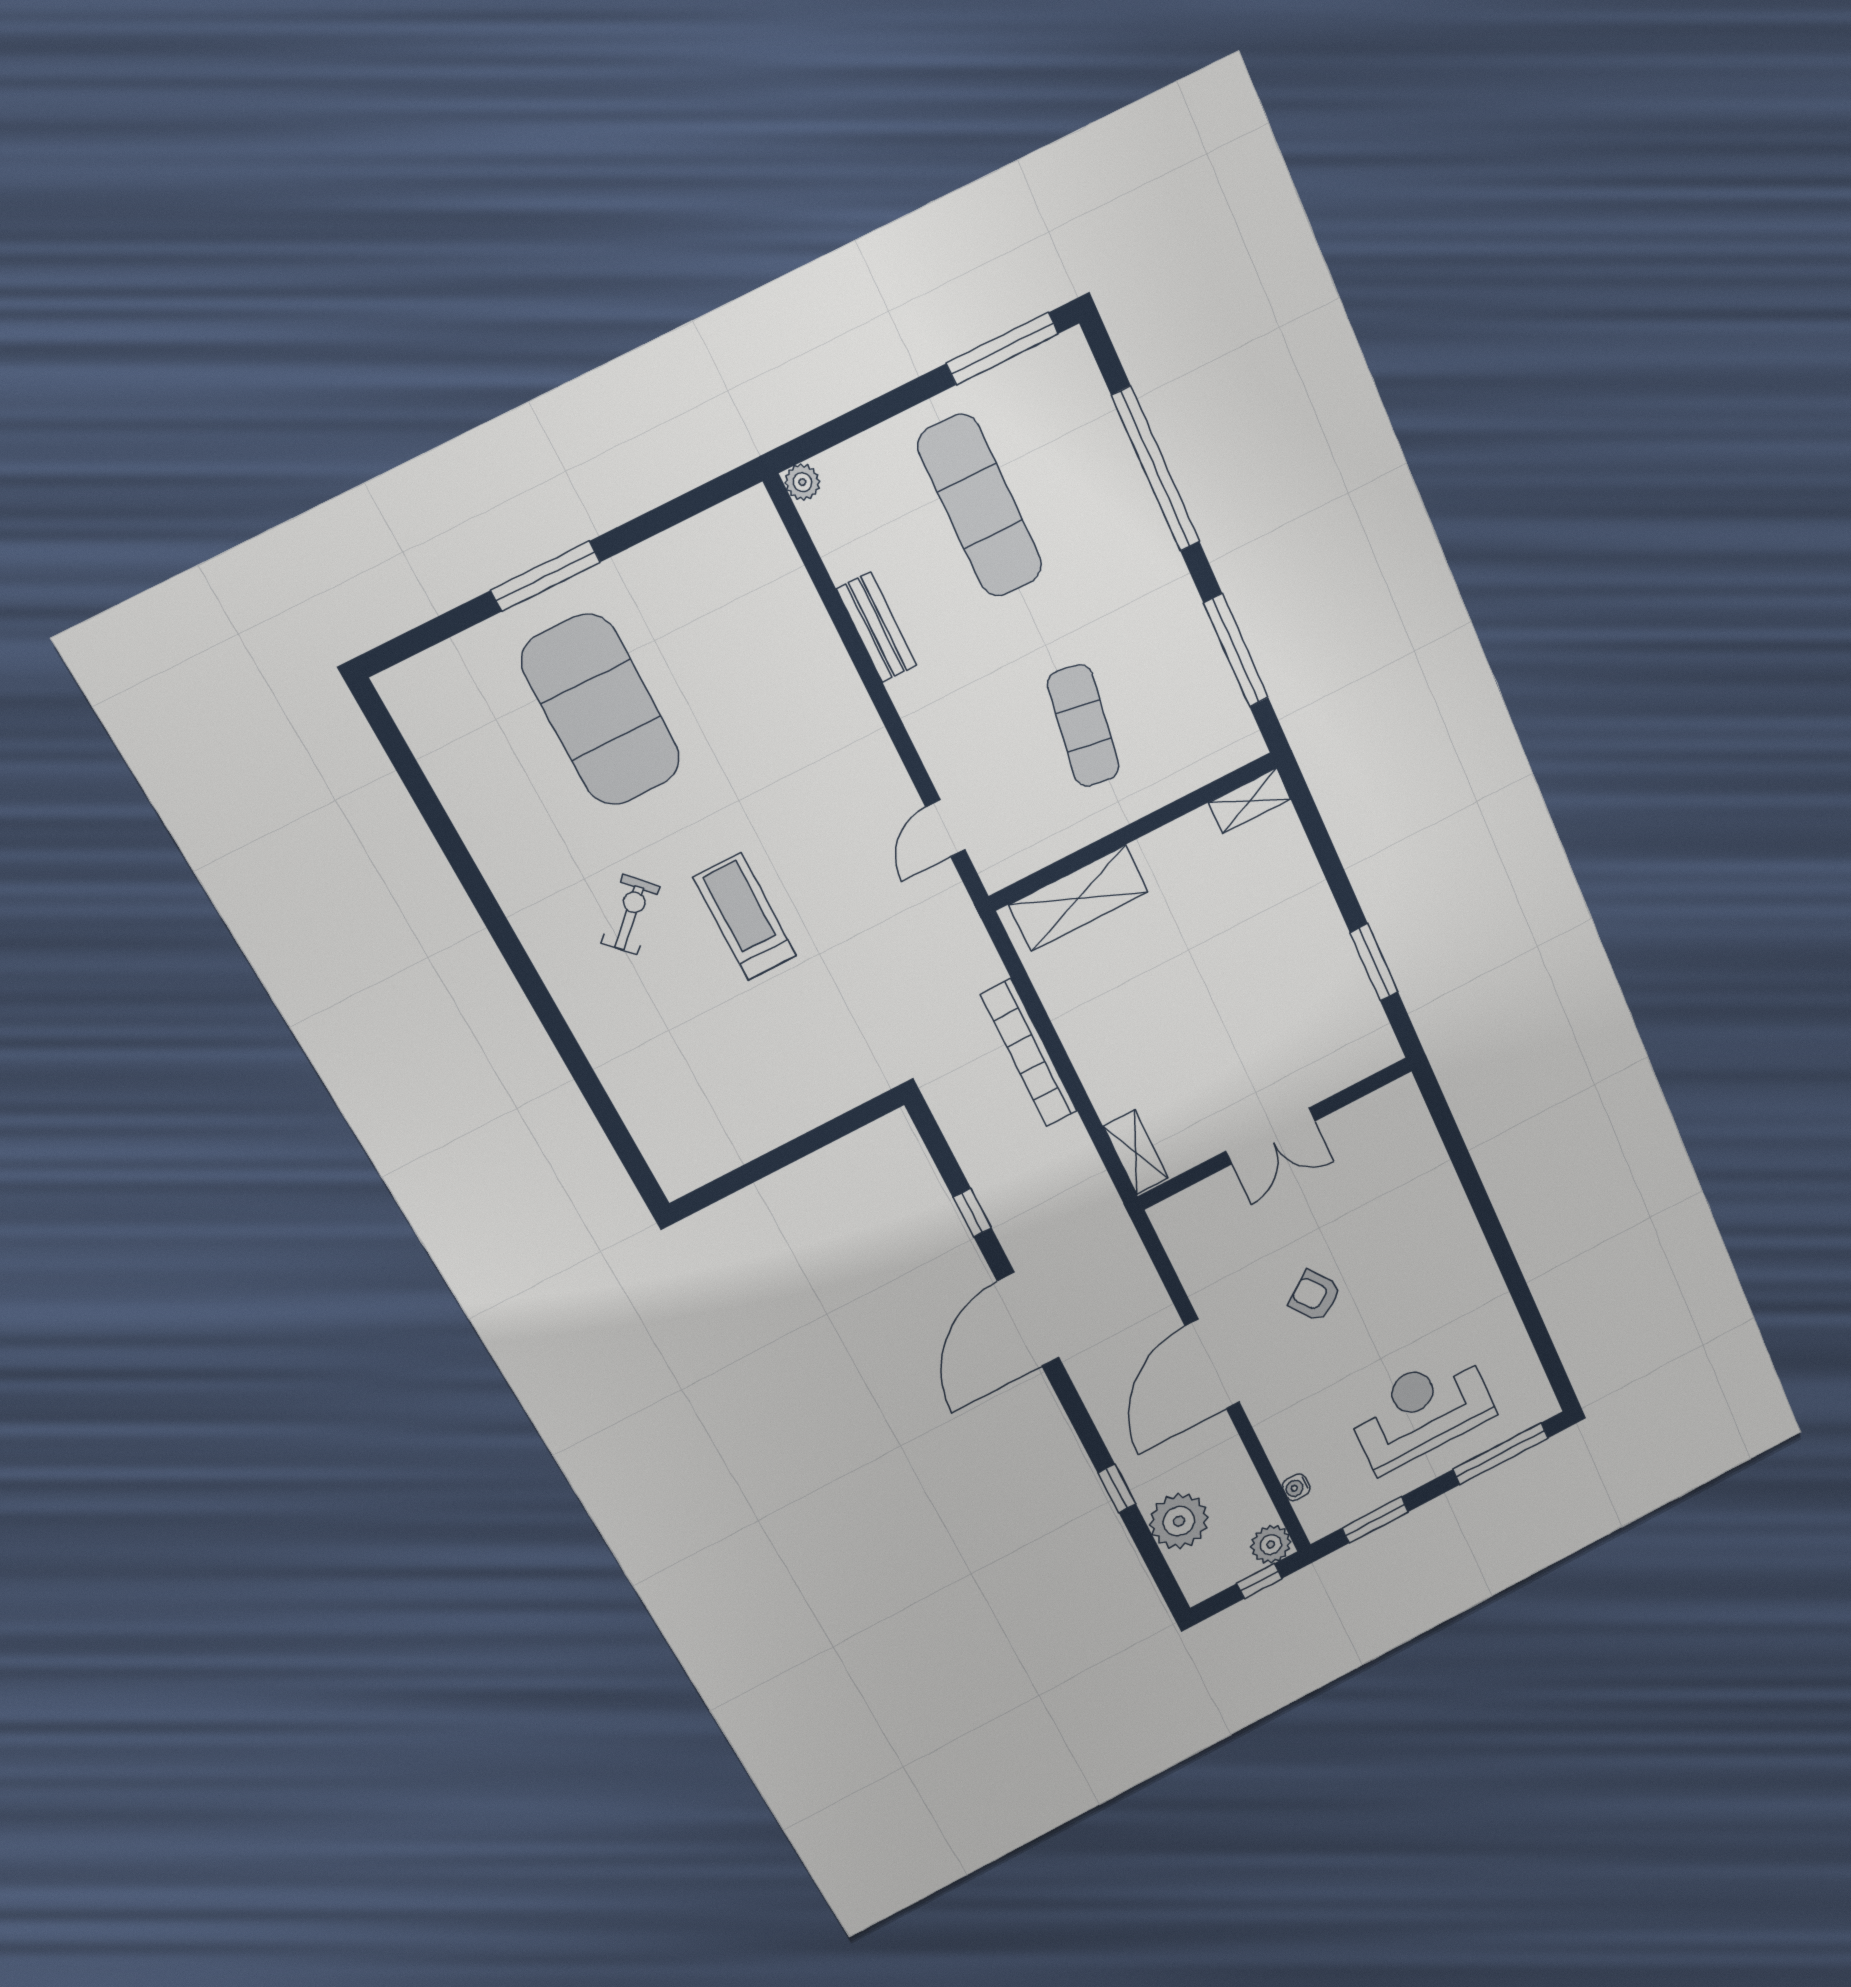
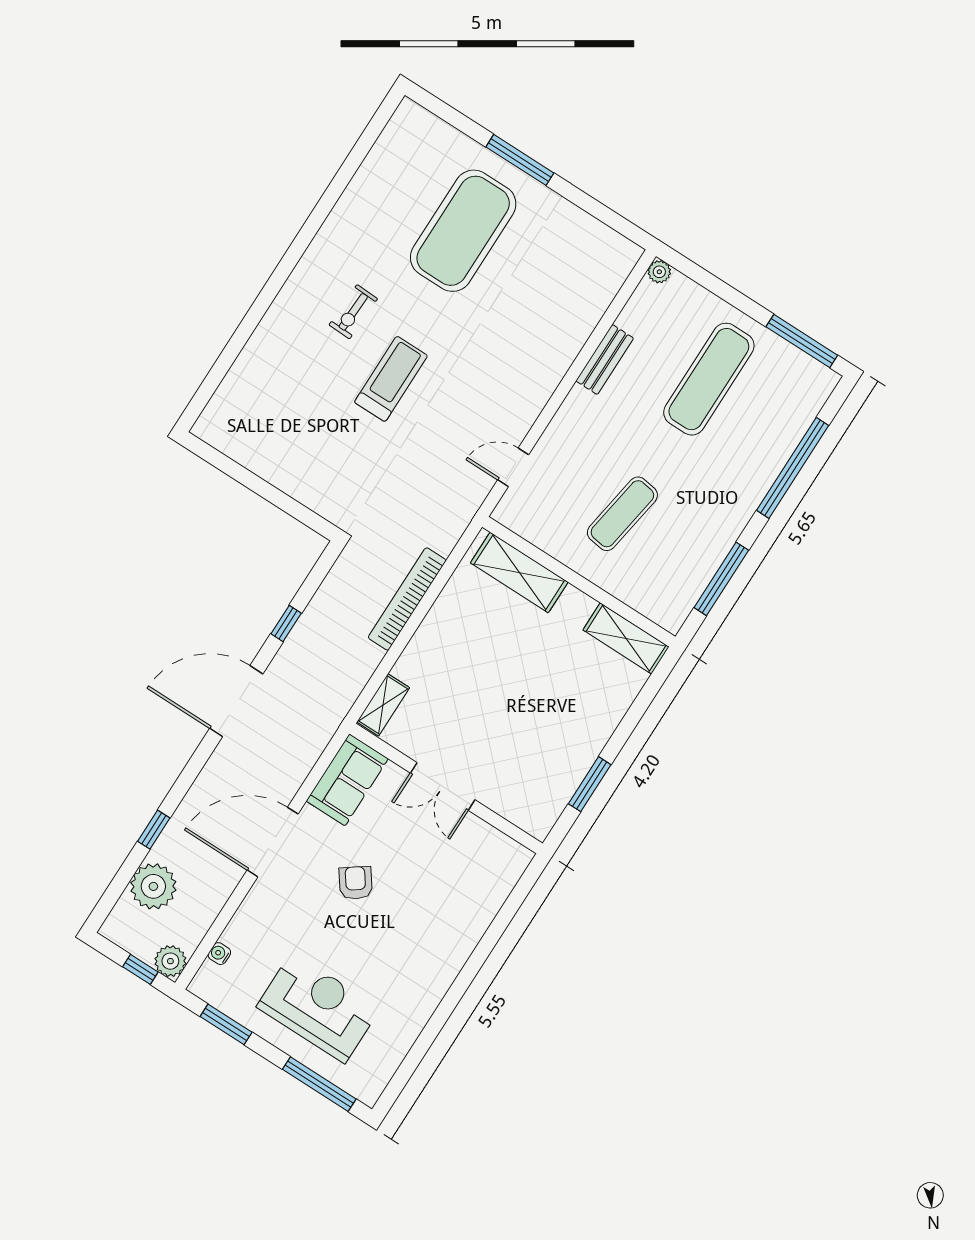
shelving: (1250, 801) -> (626, 638), width x1.50, depth x1.33
exercise bike: (630, 915) -> (353, 312), turned 136
sofa: (1195, 1242) -> (347, 780), added

